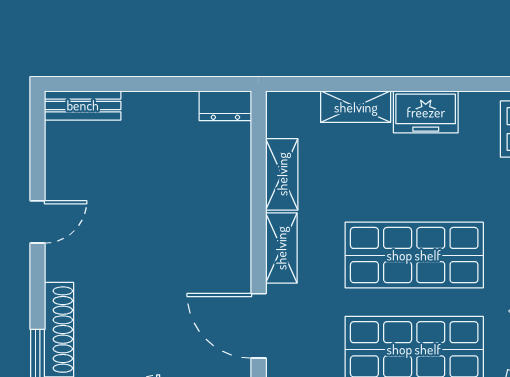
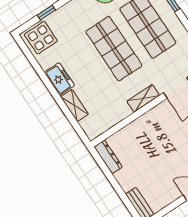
dresser: (225, 106) -> (108, 157), width x1.44
shelving: (282, 174) -> (117, 116), removed

